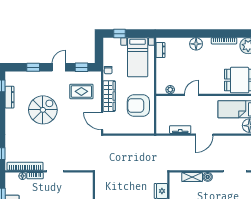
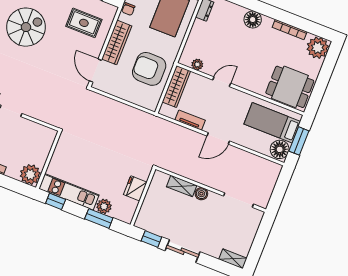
wardrobe: (162, 110) -> (176, 87), added

